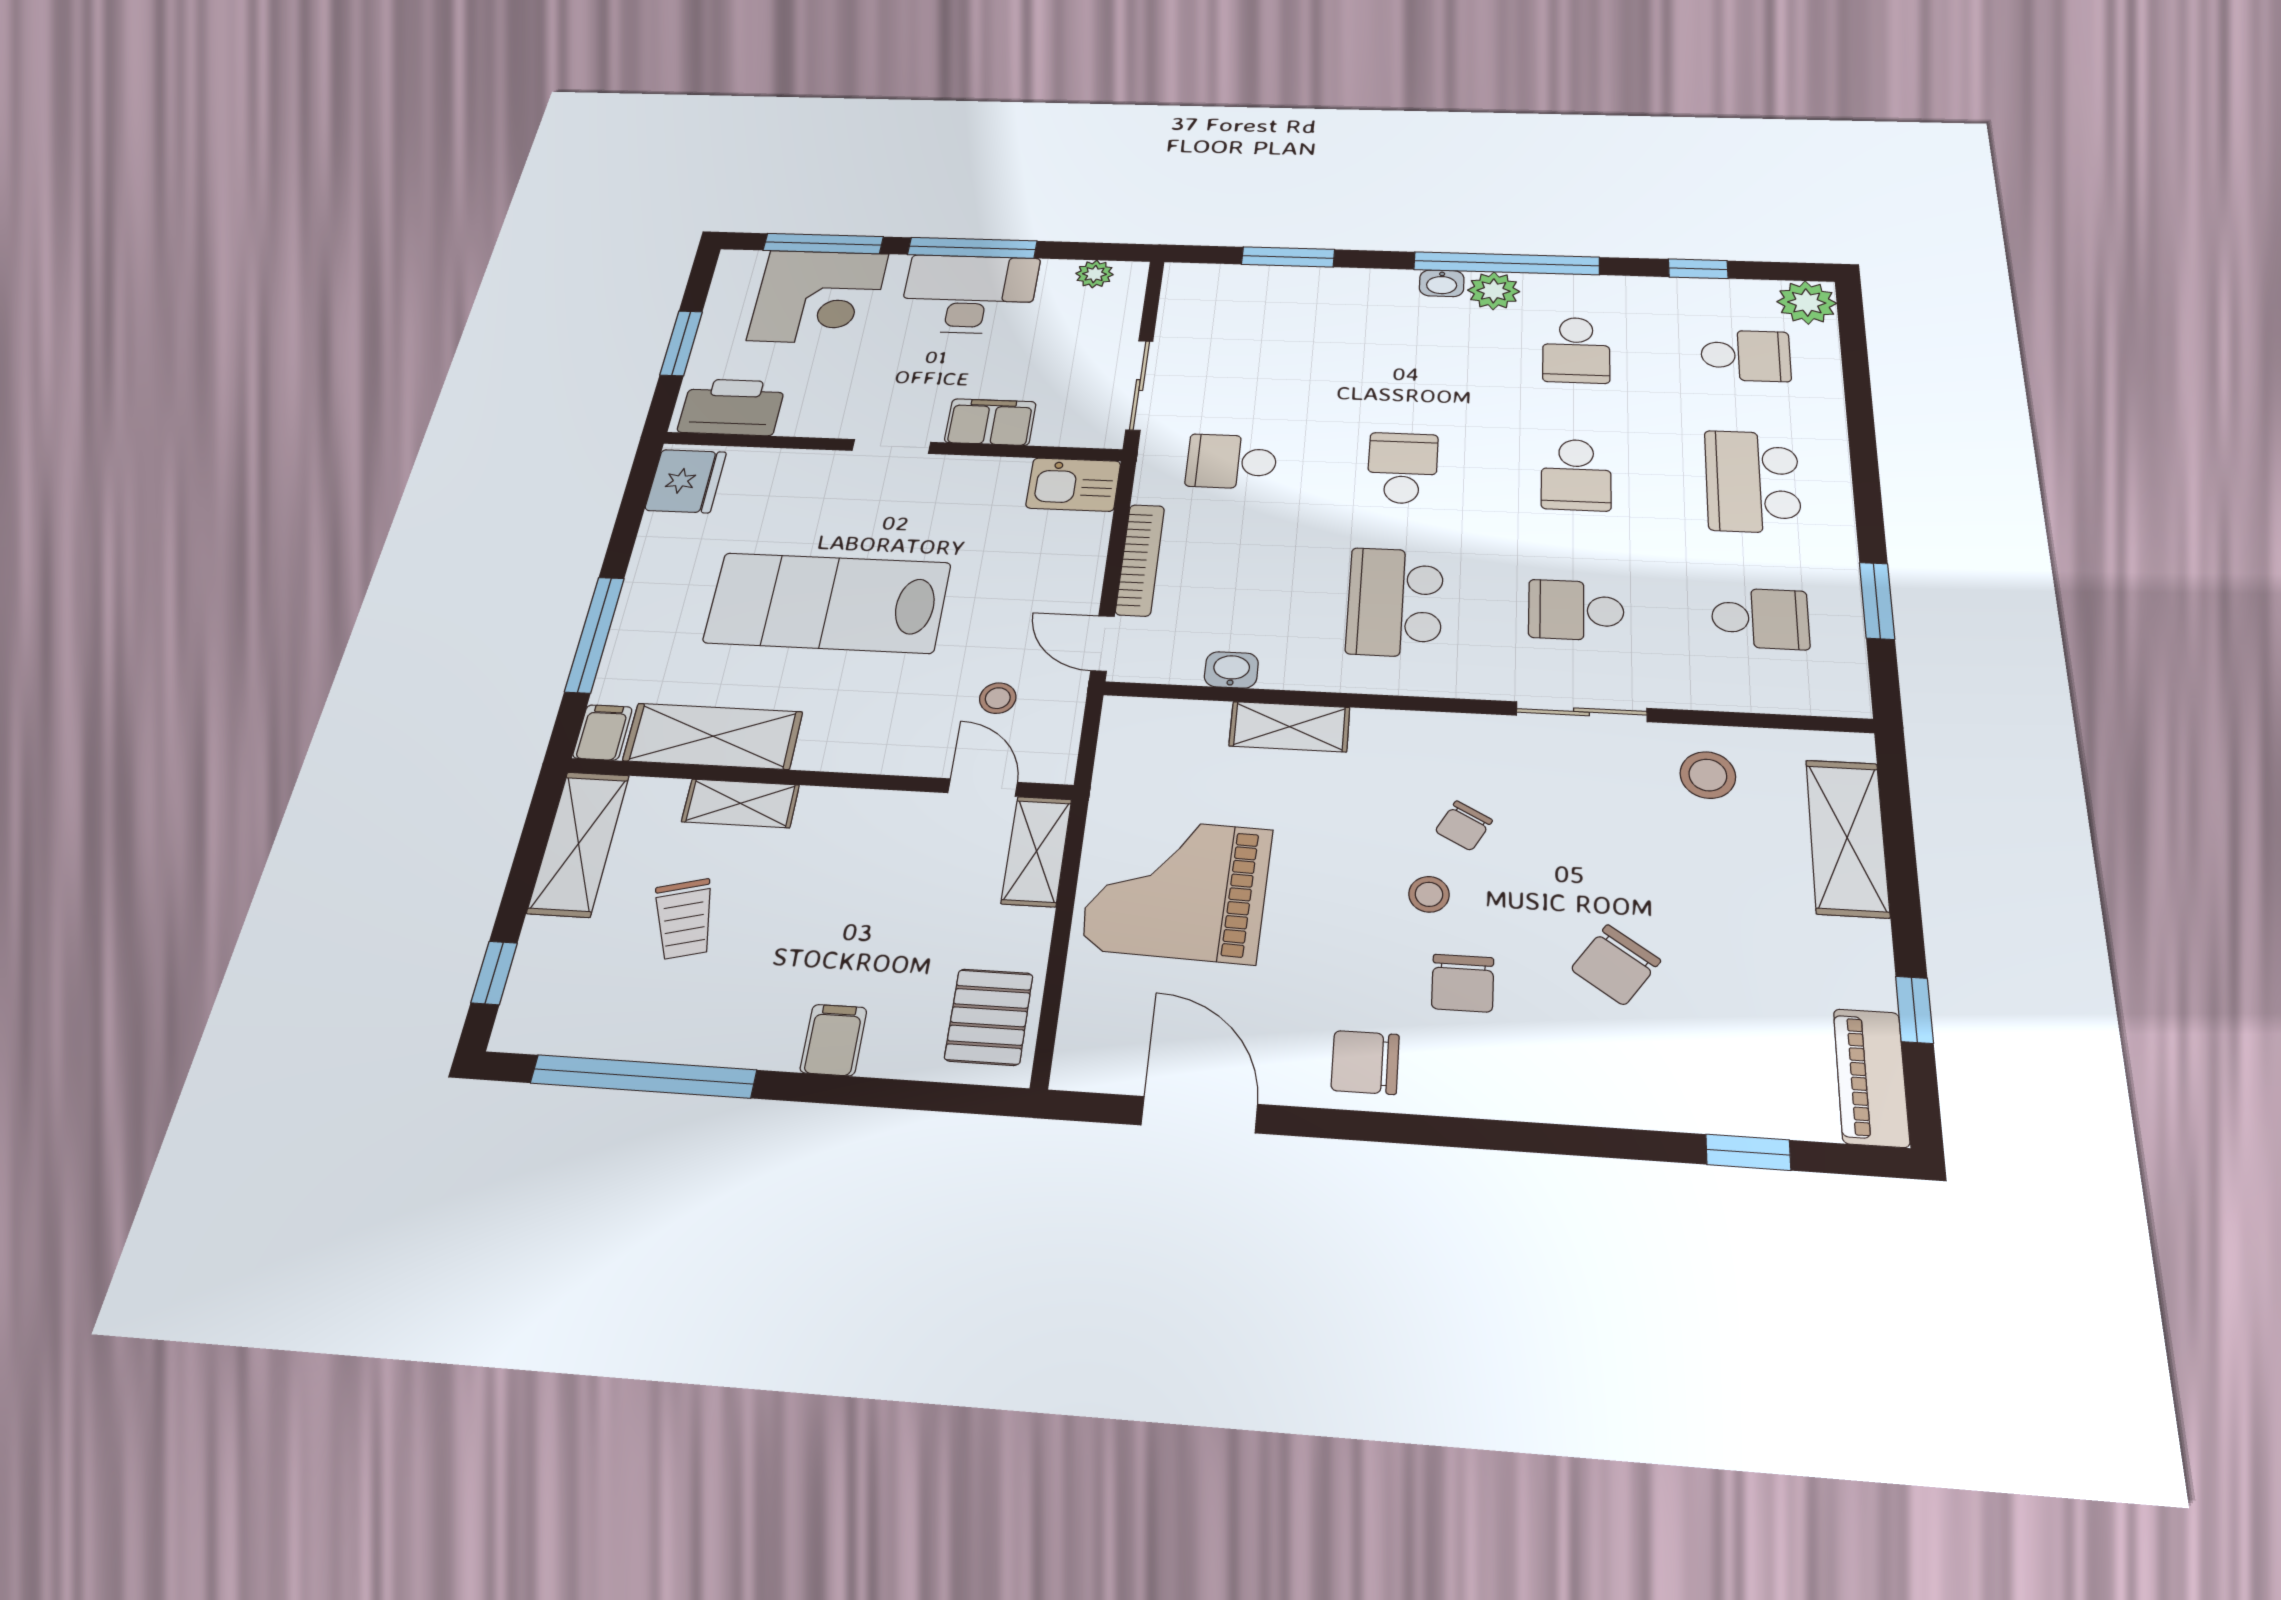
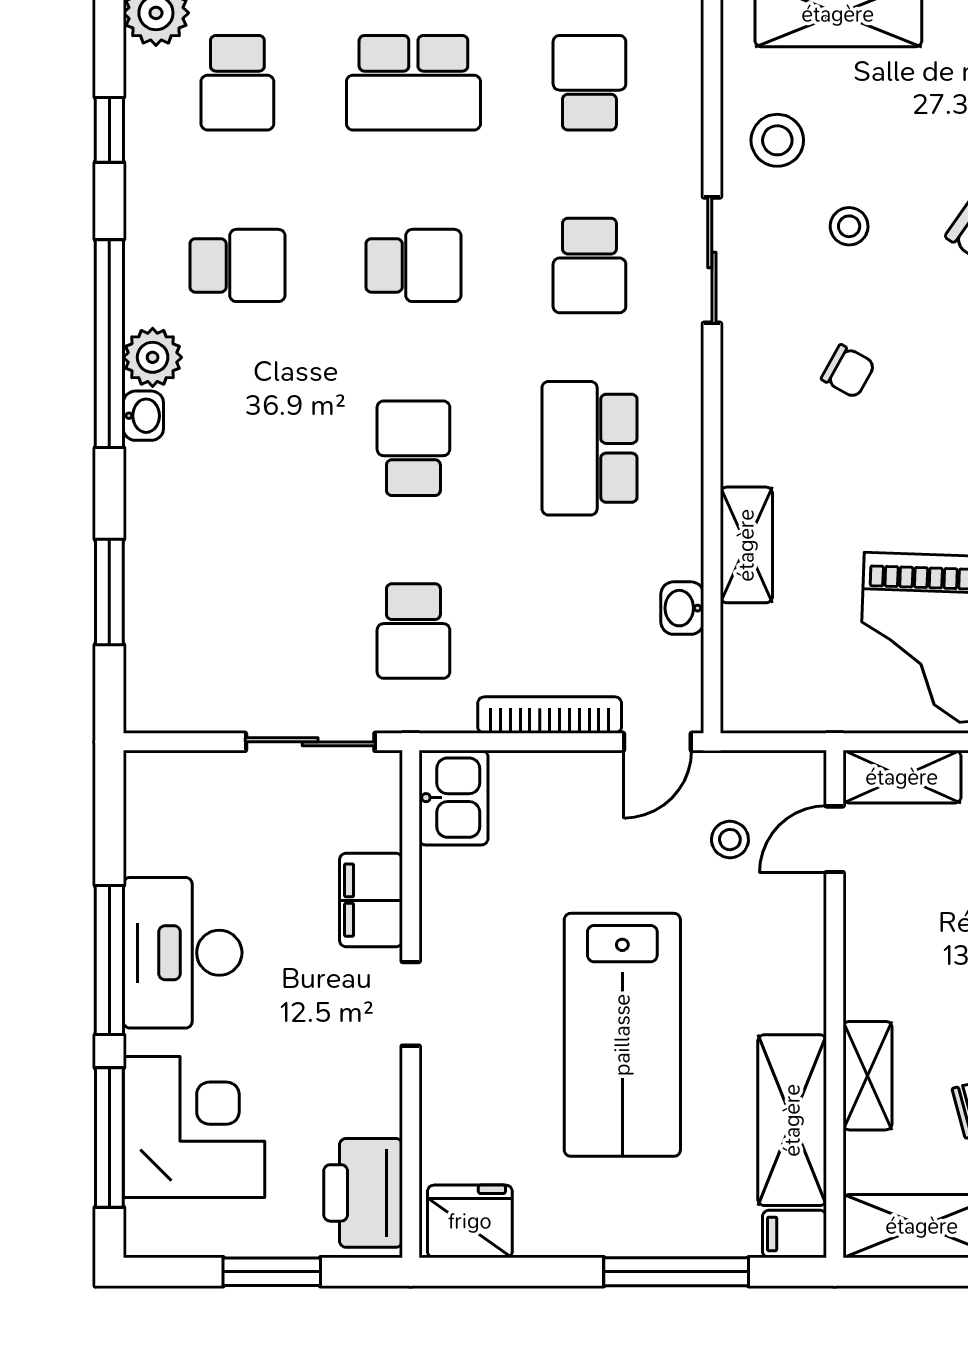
plant: (1095, 274) -> (145, 812), removed
school desk: (1746, 356) -> (237, 83), turned 180
school desk: (1402, 468) -> (413, 448), turned 90
school desk: (1395, 602) -> (589, 448), turned 90
stool: (1429, 894) -> (849, 226), moved

